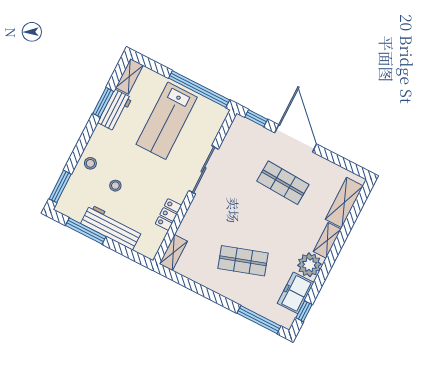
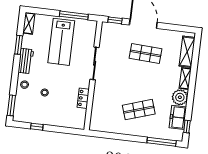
window: (199, 89) -> (74, 15), width x0.68
workbench: (115, 110) -> (26, 61), moved
workbench: (111, 227) -> (51, 119), removed
window: (86, 231) -> (37, 127), width x0.46
shelving: (173, 253) -> (95, 120), removed

